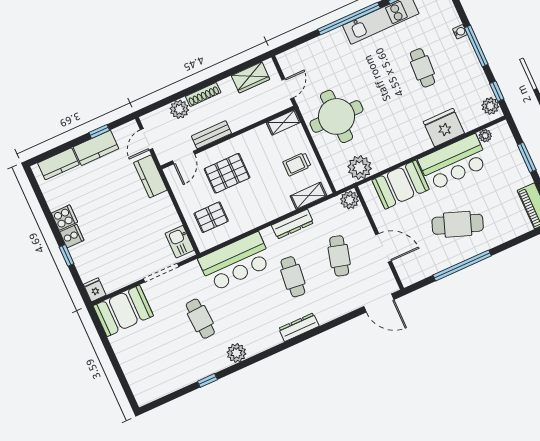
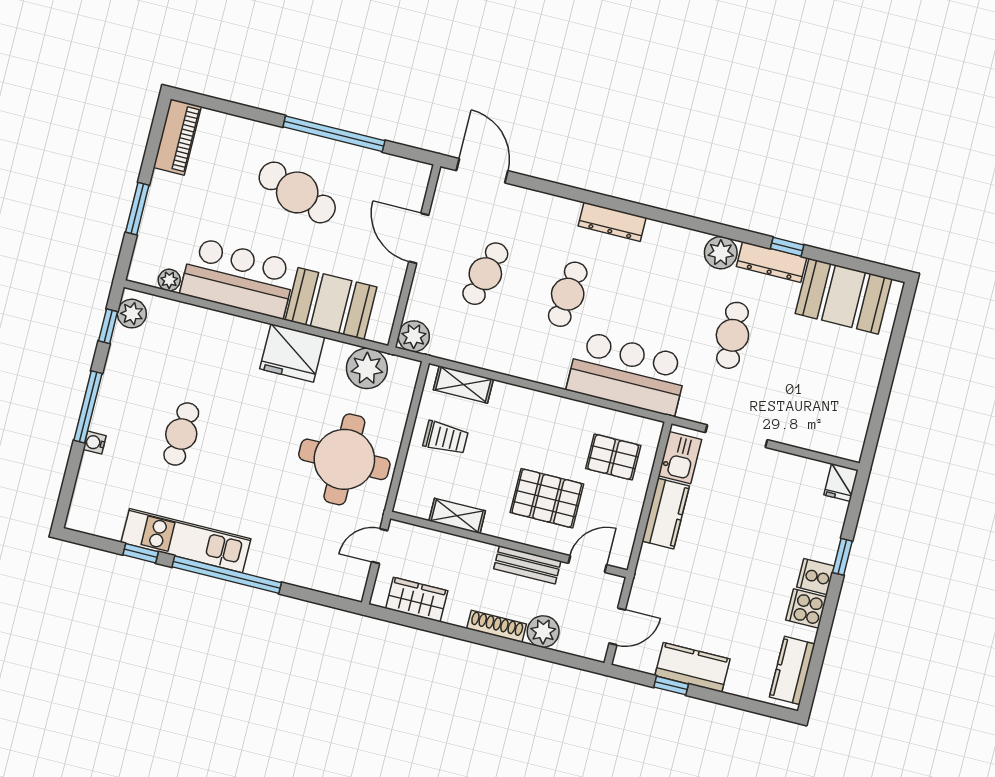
shelving: (283, 122) -> (457, 516), moved
fridge: (444, 127) -> (292, 353), moved
kitchen counter: (58, 164) -> (792, 670), moved, turned -90
kitchen counter: (150, 176) -> (666, 514), moved
dresser: (293, 224) -> (772, 262), moved, turned 180
booth: (123, 311) -> (844, 296), moved

